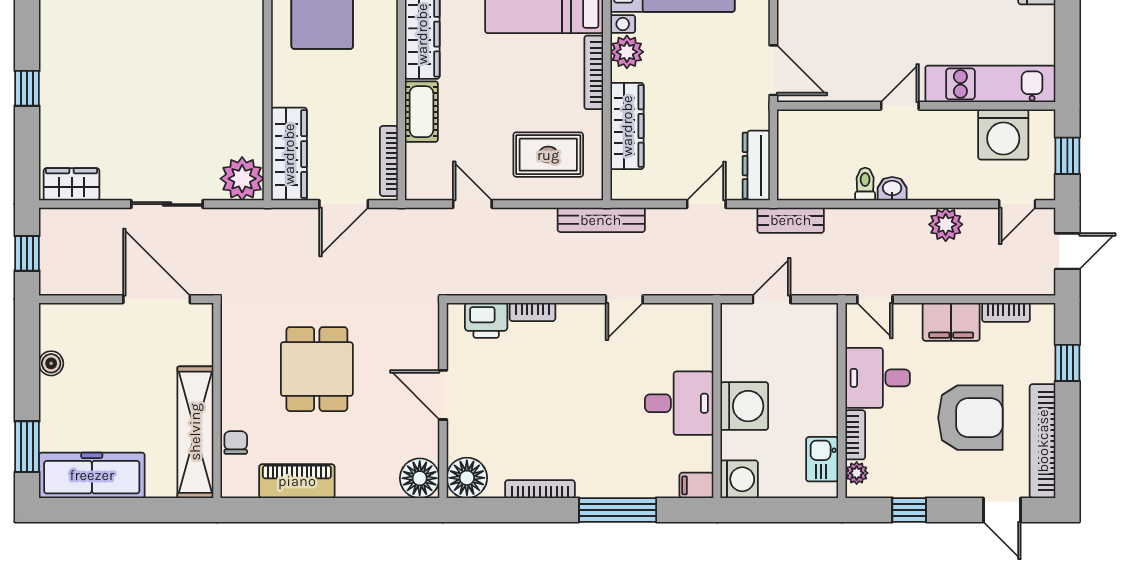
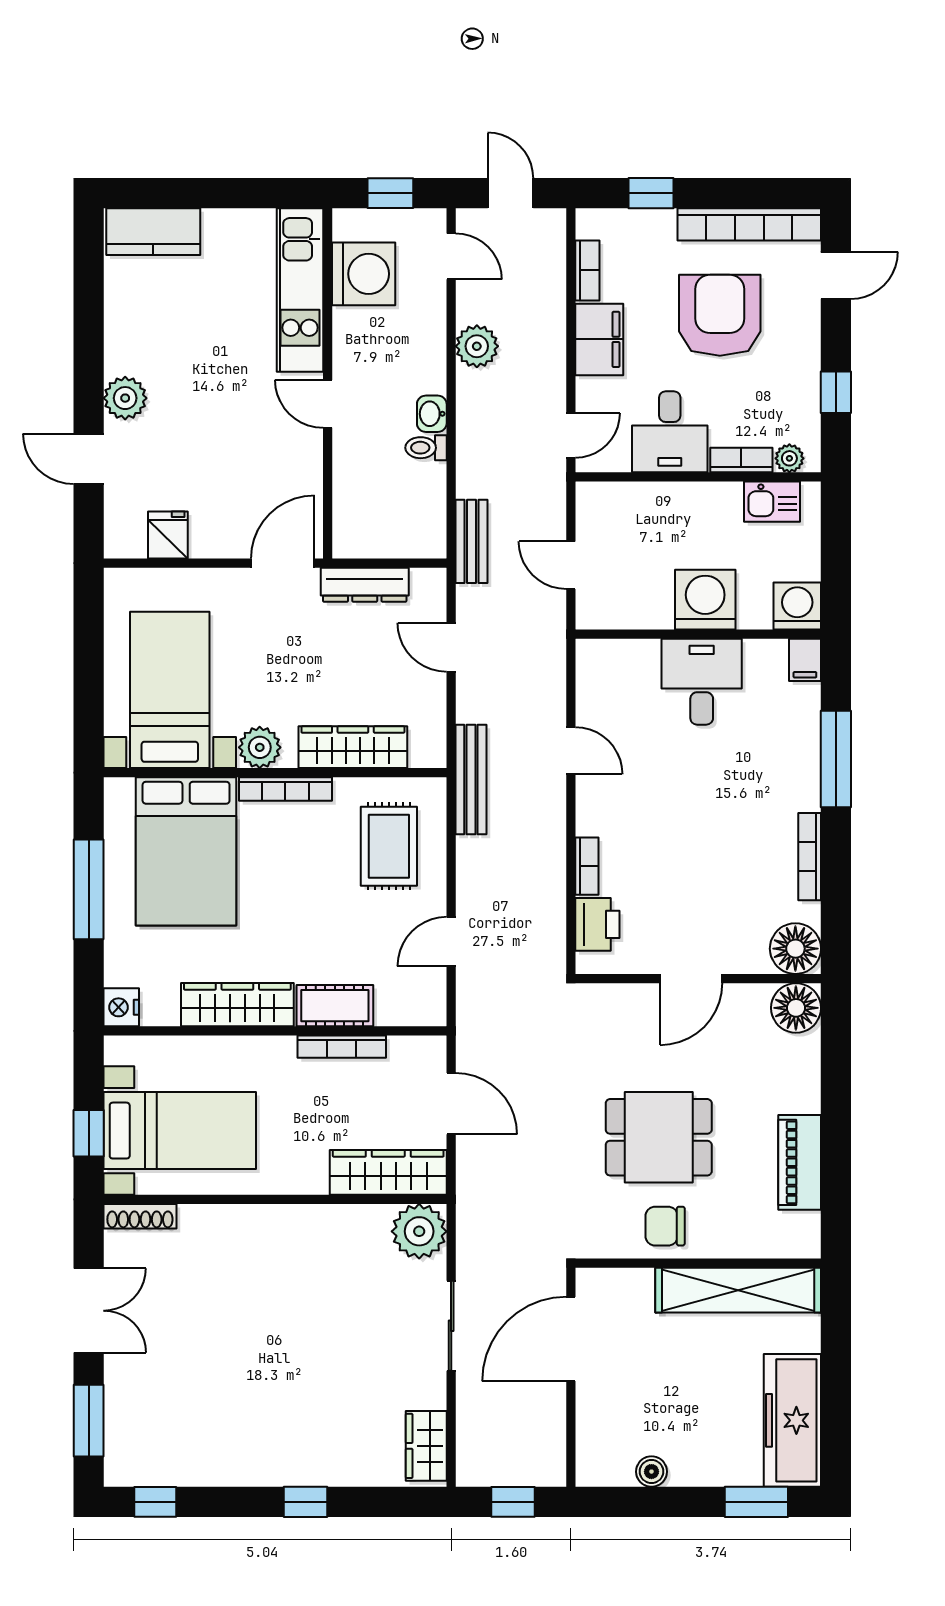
bookcase: (389, 161) -> (342, 1047), moved
dresser: (756, 166) -> (365, 585), moved
chair: (236, 443) -> (665, 1226), moved, width x1.37, depth x1.37

